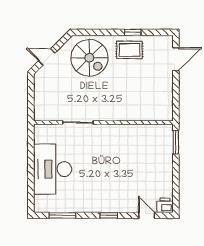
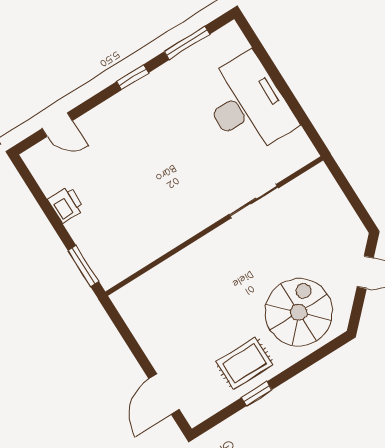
spiral stairs: (89, 58) -> (299, 312), turned 90
printer: (165, 205) -> (66, 204), moved, turned -90
window: (109, 215) -> (132, 77), moved

